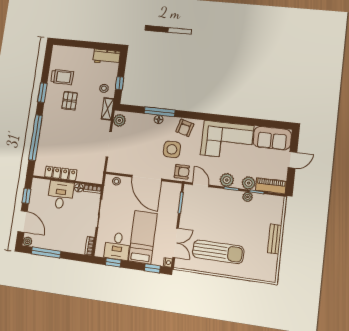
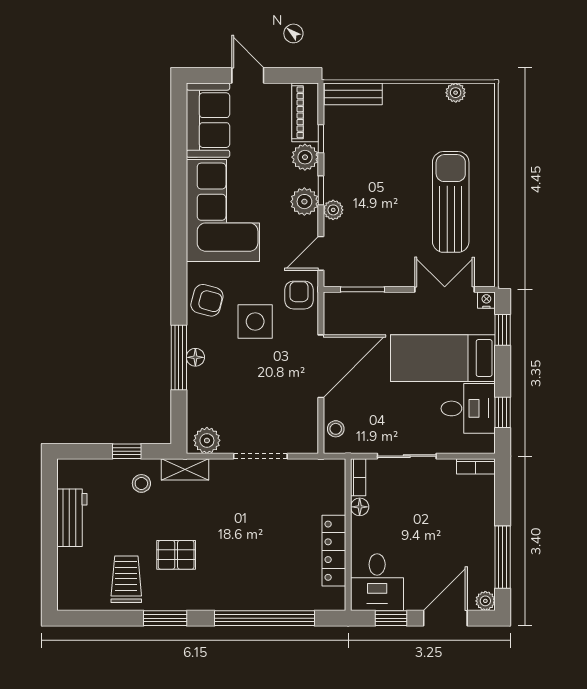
workbench: (107, 57) -> (72, 518), moved
desk: (61, 195) -> (377, 582), moved, turned -90
plant: (248, 197) -> (333, 210), moved
bench: (275, 239) -> (353, 94), moved
plant: (273, 262) -> (456, 93), added

